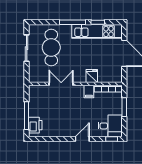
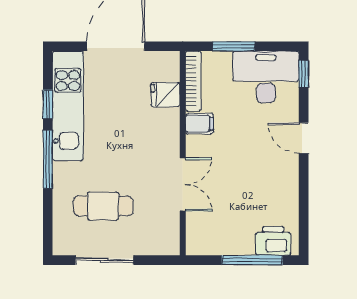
cafe table: (51, 47) -> (103, 206), width x0.73, depth x0.74
fridge: (92, 76) -> (165, 95), moved
double door: (61, 84) -> (183, 184), swing flipped
desk: (110, 126) -> (266, 77), width x1.37

